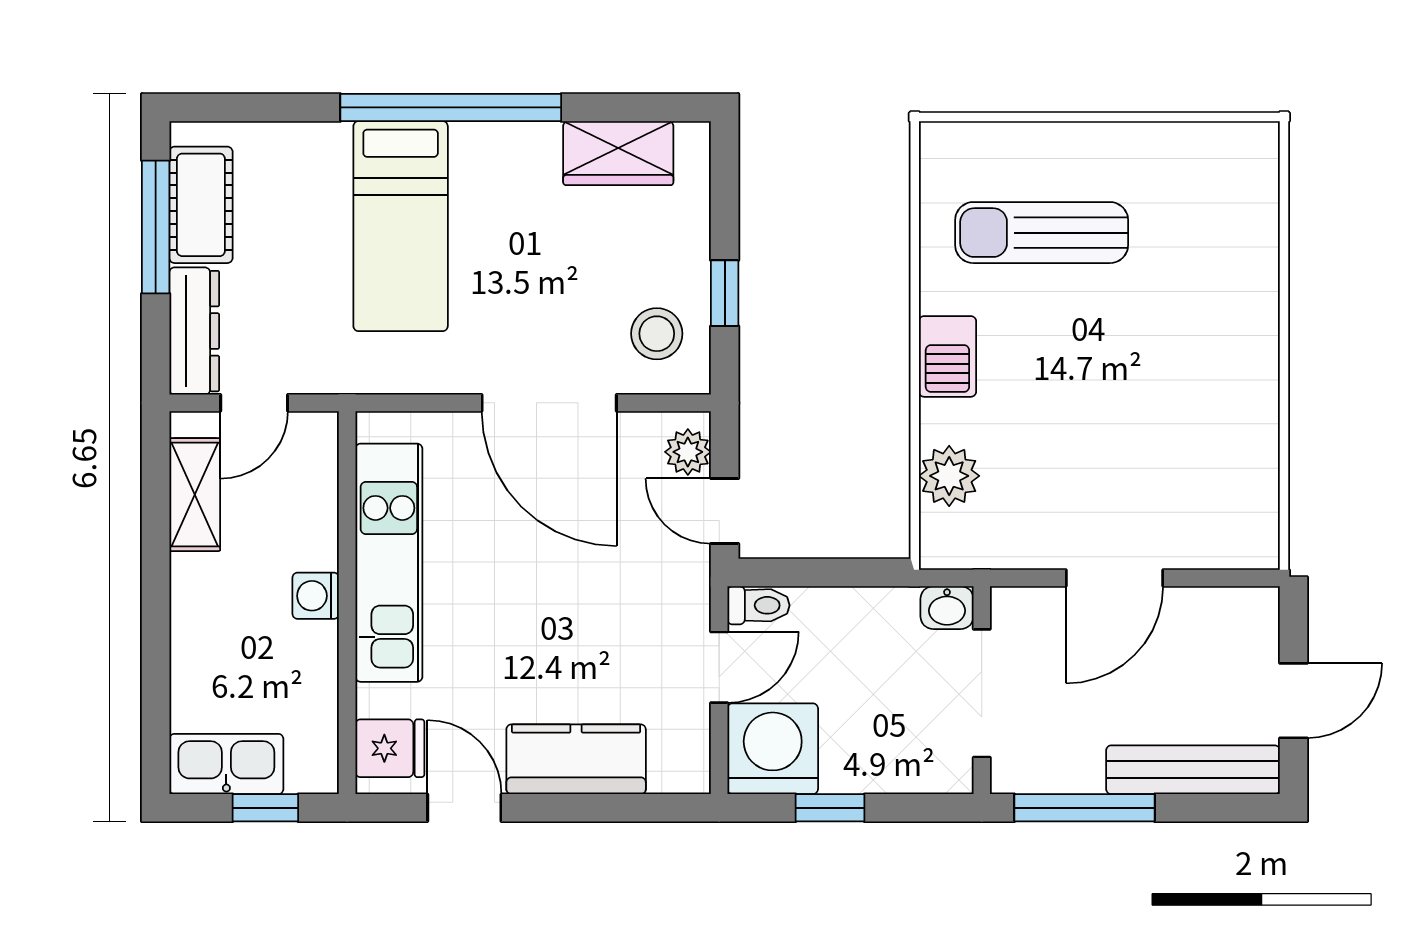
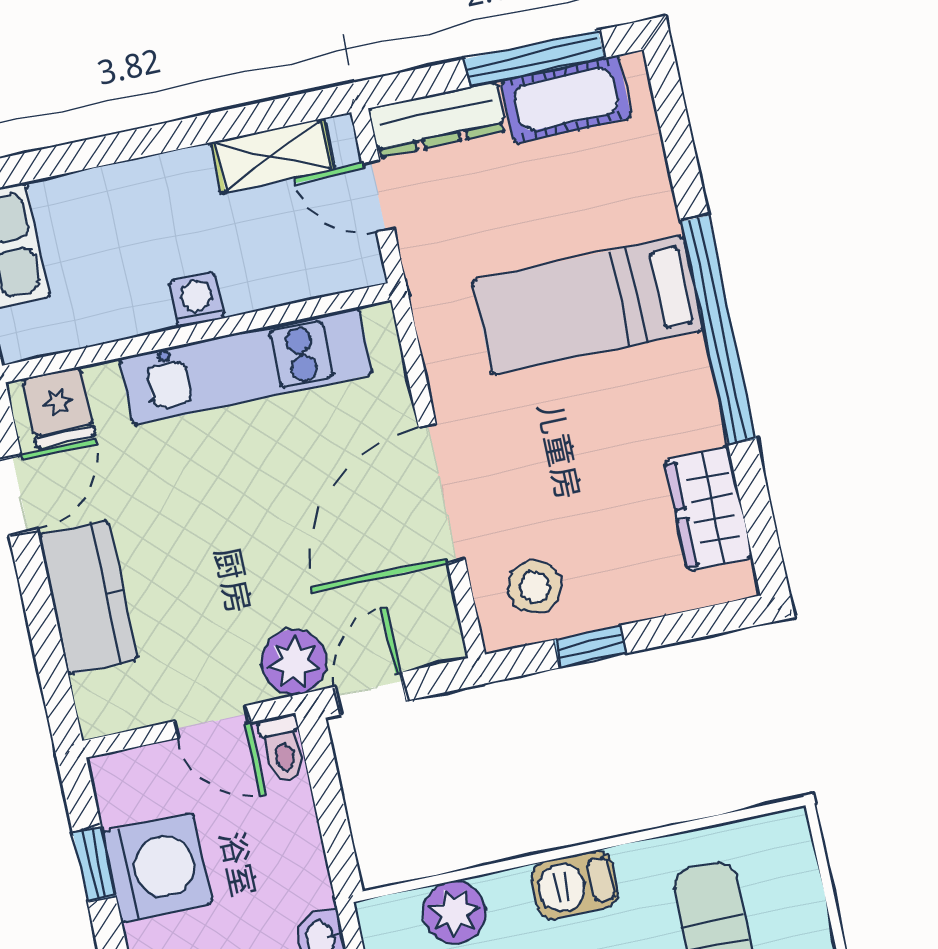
plant: (688, 452) -> (294, 662), moved, width x1.38, depth x1.38
washing machine: (773, 749) -> (157, 868), moved

